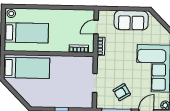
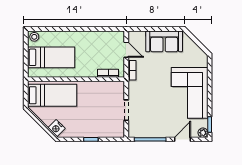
door: (96, 27) -> (126, 50), swing flipped
armchair: (122, 92) -> (156, 119), removed
nightstand: (30, 98) -> (57, 128), added

